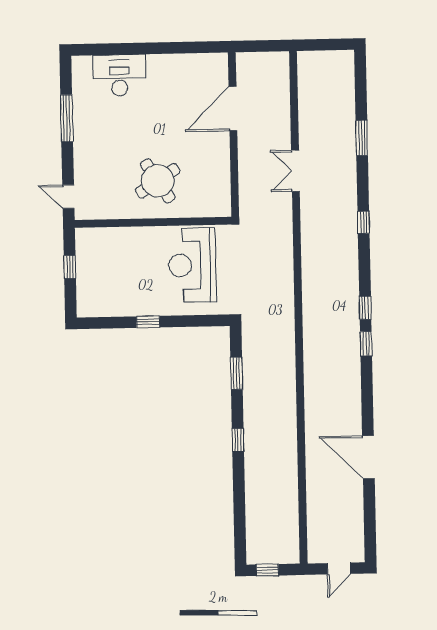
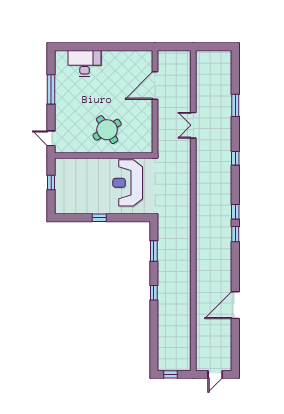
door: (368, 457) -> (235, 305), hinge flipped

